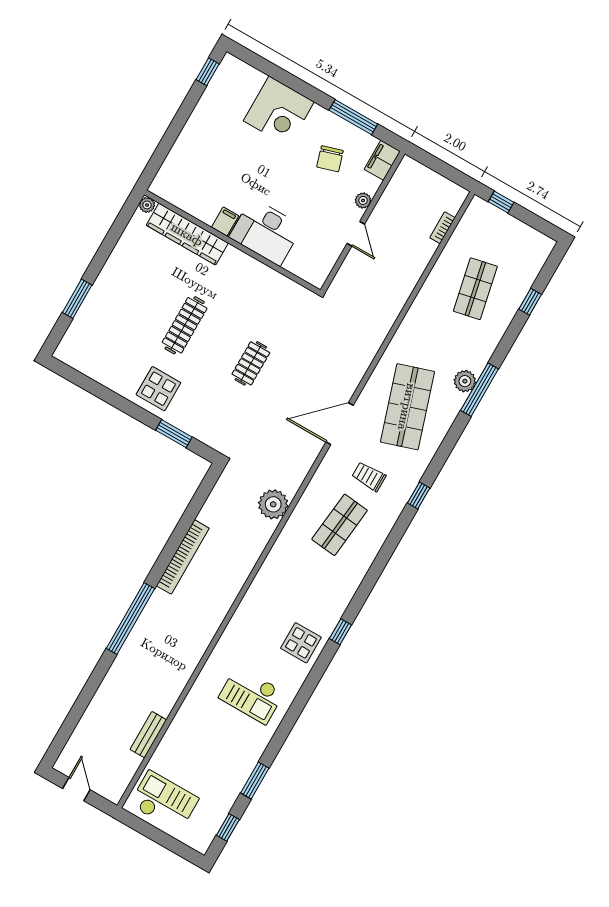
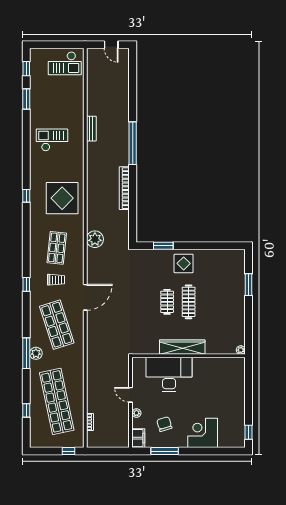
filing cabinet: (225, 222) -> (198, 364), removed
desk: (266, 232) -> (169, 374), width x1.36, depth x1.30
wardrobe: (187, 234) -> (182, 347), moved
shop shelf: (475, 289) -> (57, 401), width x2.00, depth x1.36
clothes rail: (251, 363) -> (167, 302), moved
display table: (301, 643) -> (62, 198), moved, width x1.86, depth x1.86
bench: (148, 735) -> (91, 129), moved

